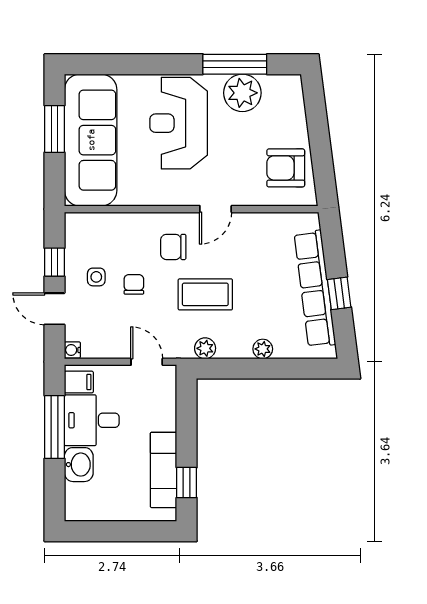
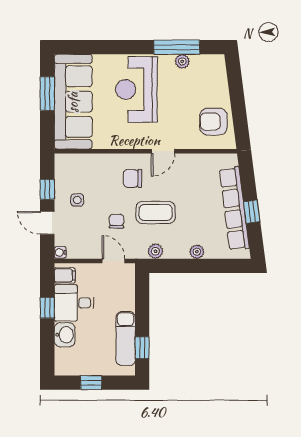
plant: (242, 93) -> (182, 61), width x0.53, depth x0.53
chair: (134, 284) -> (117, 221), moved
window: (55, 427) -> (47, 308), width x0.46
window: (115, 531) -> (91, 383), added

